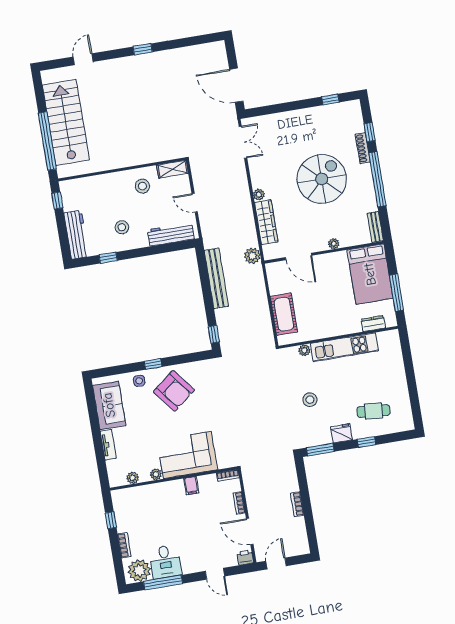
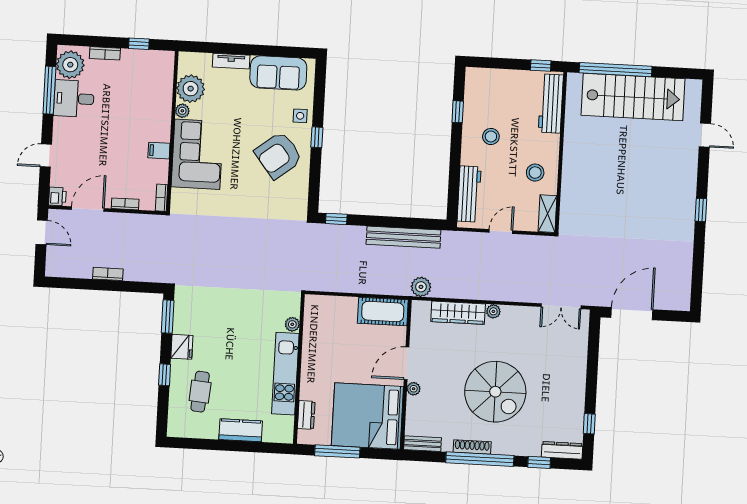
dresser: (356, 116) -> (562, 450), added
shoe rack: (363, 148) -> (472, 447), moved
workbench: (76, 235) -> (551, 104), moved, turned 90
door: (299, 256) -> (407, 363), moved
bed: (370, 274) -> (367, 416), width x1.36
cot: (284, 314) -> (383, 312), moved
kitchen counter: (397, 372) -> (241, 430), added
stool: (310, 400) -> (231, 318), removed
plant: (133, 478) -> (191, 89), width x1.87, depth x1.87

